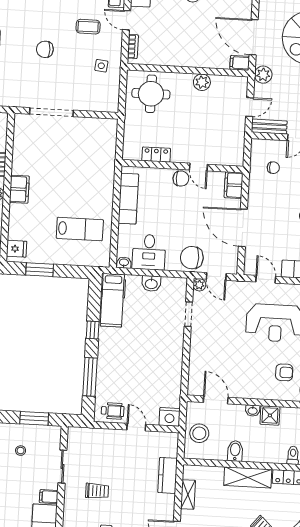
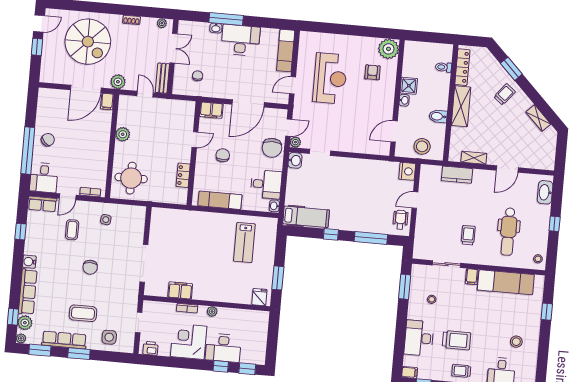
chair: (181, 179) -> (223, 155), moved
filing cabinet: (19, 189) -> (180, 290), moved
lab bench: (80, 229) -> (244, 242), turned 180
washbasin: (151, 284) -> (295, 160), moved

